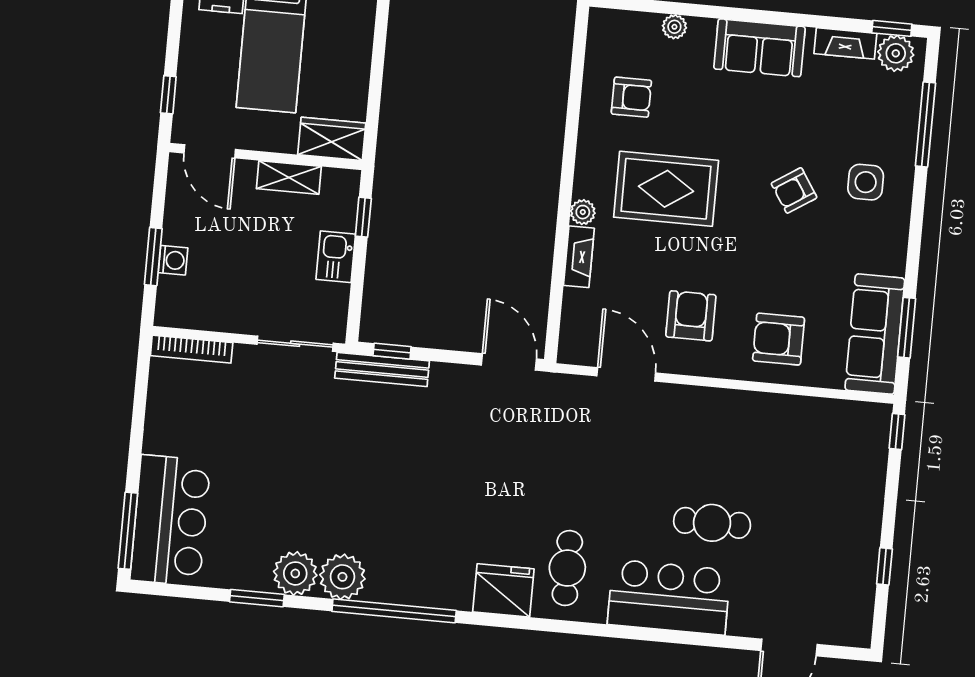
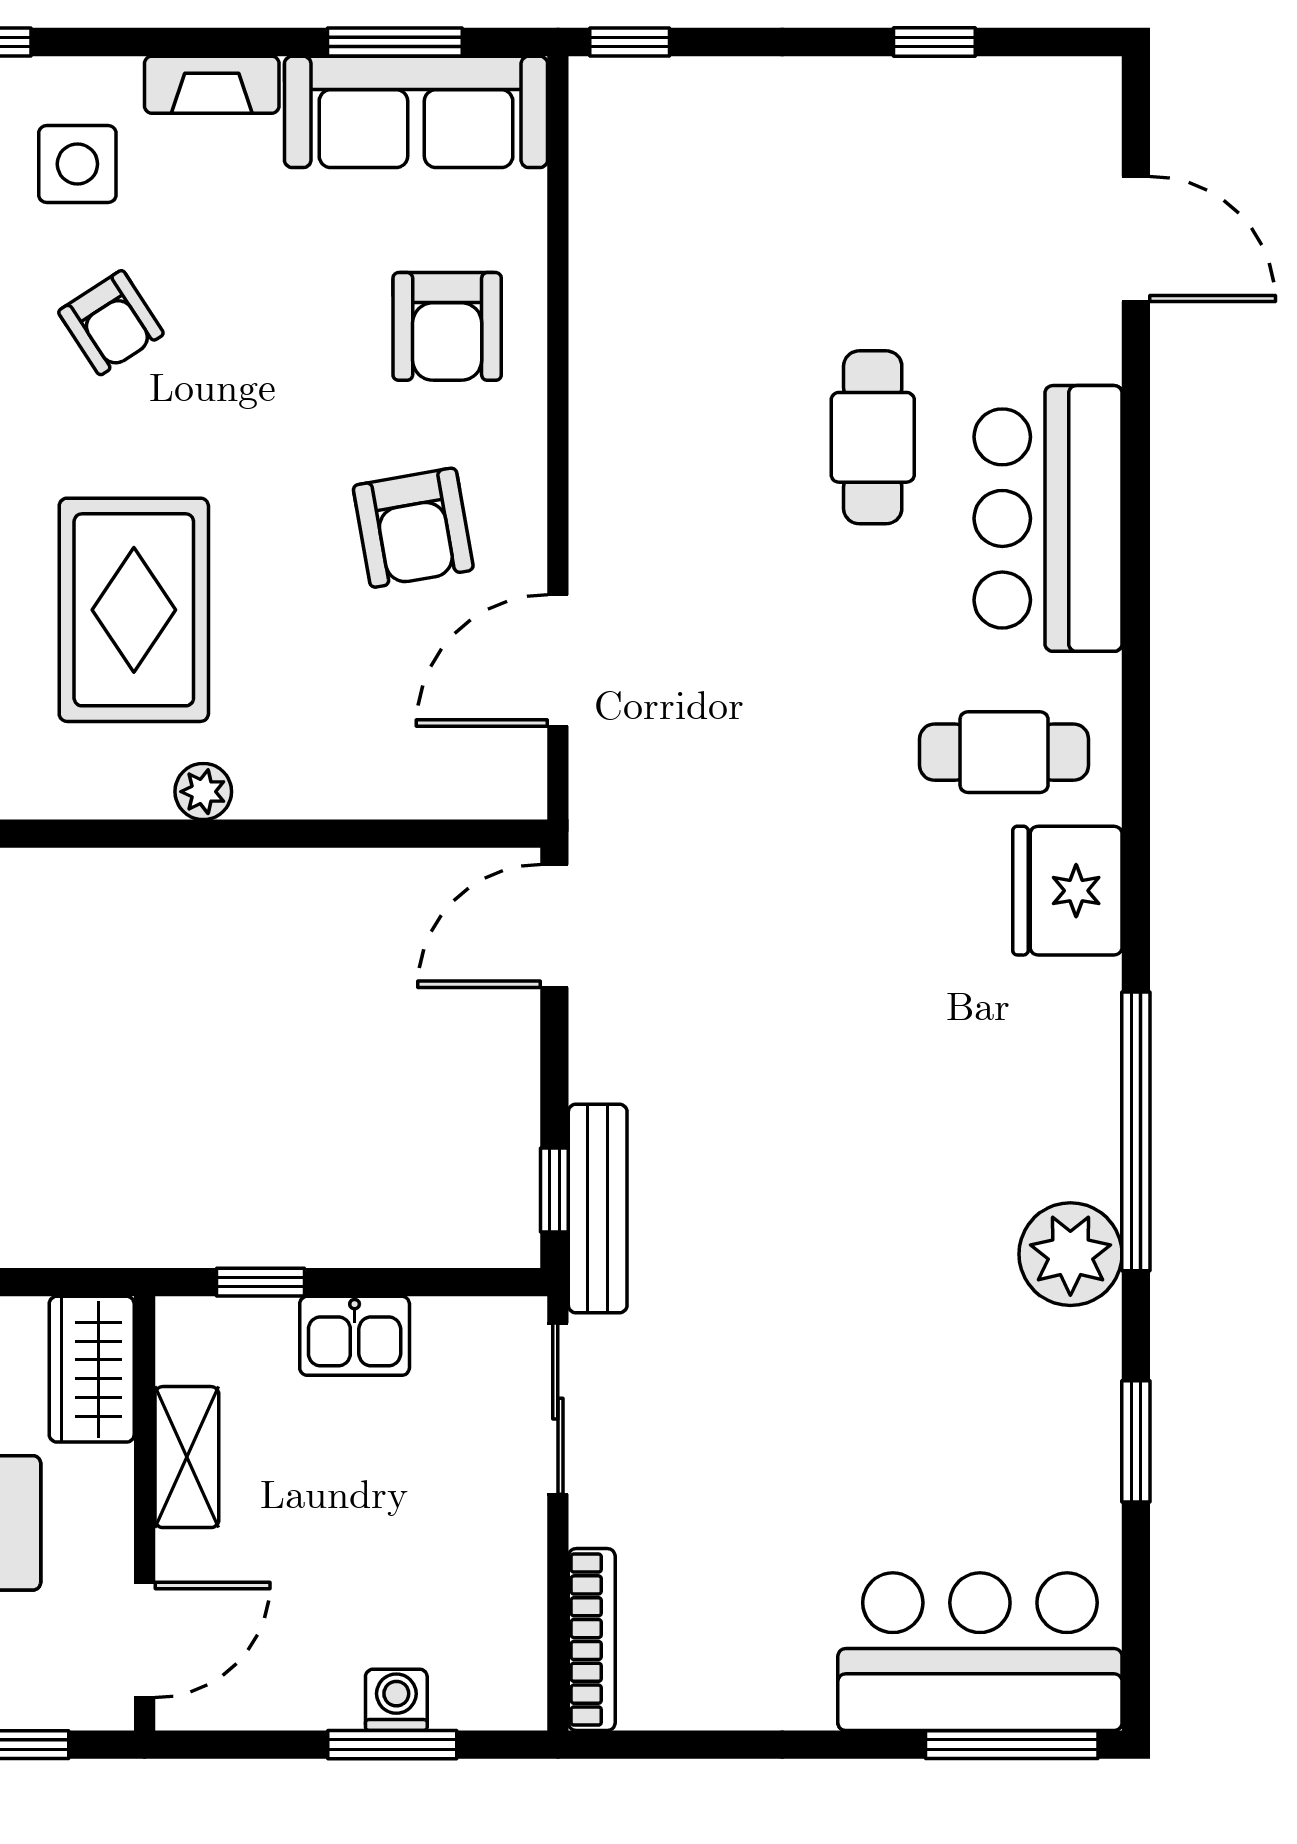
fireplace: (579, 257) -> (212, 85), moved, turned 180
armchair: (691, 316) -> (413, 528), turned -100
plant: (295, 573) -> (1073, 1361), removed

